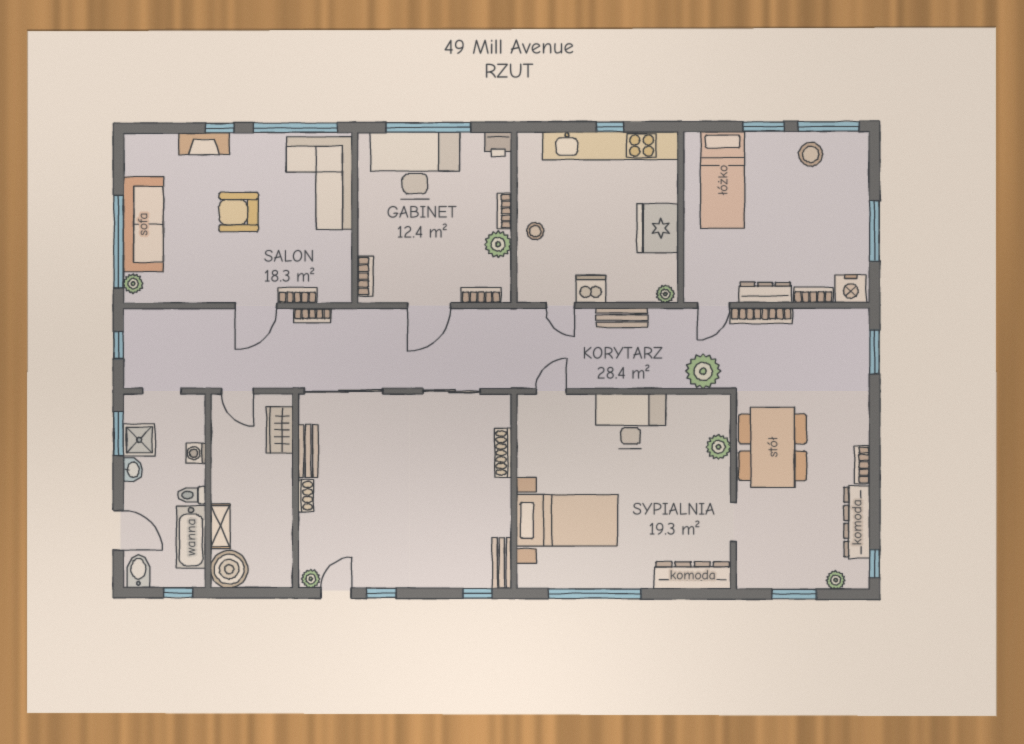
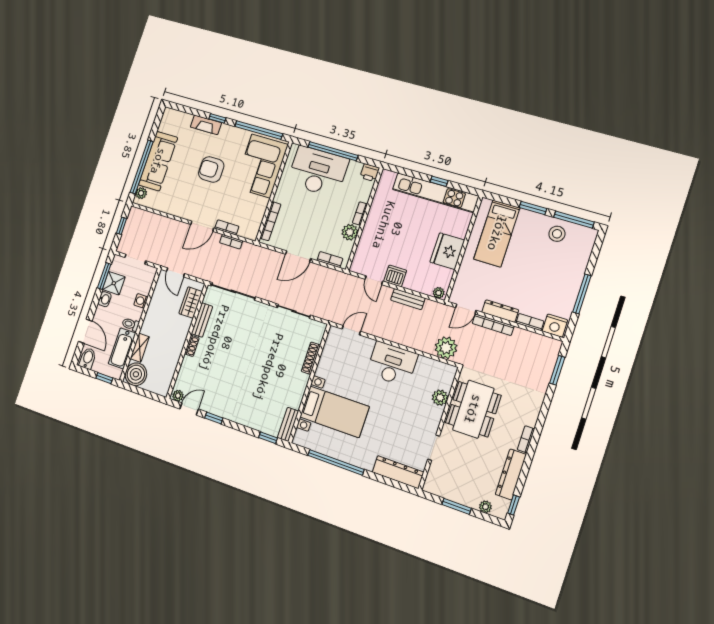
stool: (535, 231) -> (374, 231), removed
bookcase: (365, 276) -> (270, 221), width x1.56

